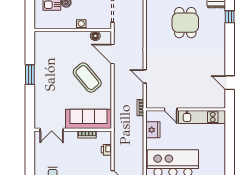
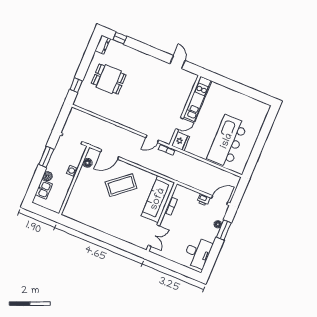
window: (30, 75) -> (98, 234), removed
door: (145, 76) -> (152, 139), moved
door: (230, 83) -> (178, 62), swing flipped
fridge: (153, 130) -> (181, 141), moved, turned 90
printer: (106, 150) -> (204, 200), moved

